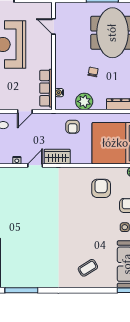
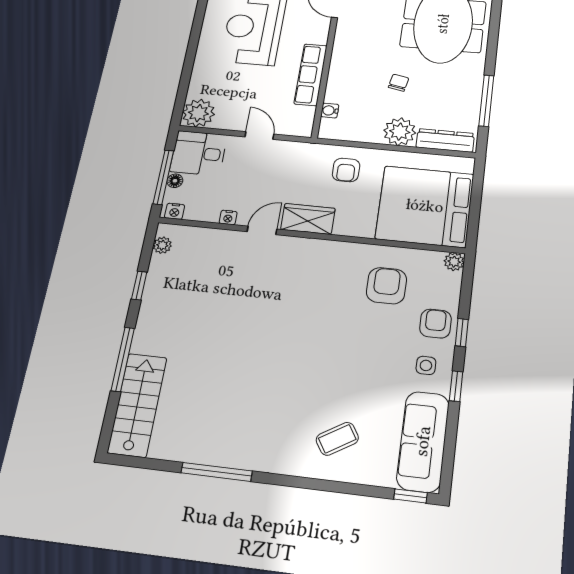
row of seats: (46, 88) -> (311, 75), moved
plant: (84, 101) -> (400, 132), moved
door: (25, 111) -> (259, 136), swing flipped
window: (21, 290) -> (217, 472), moved

